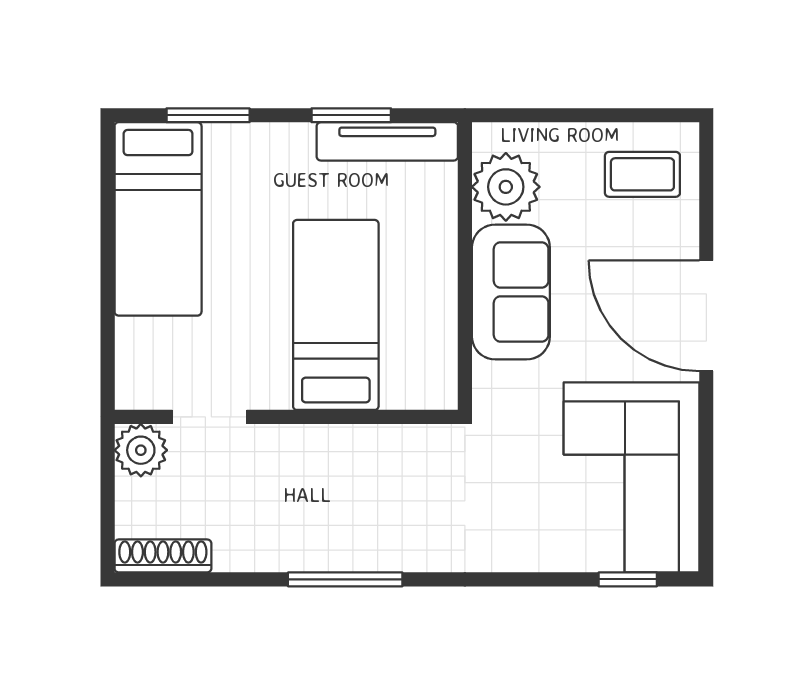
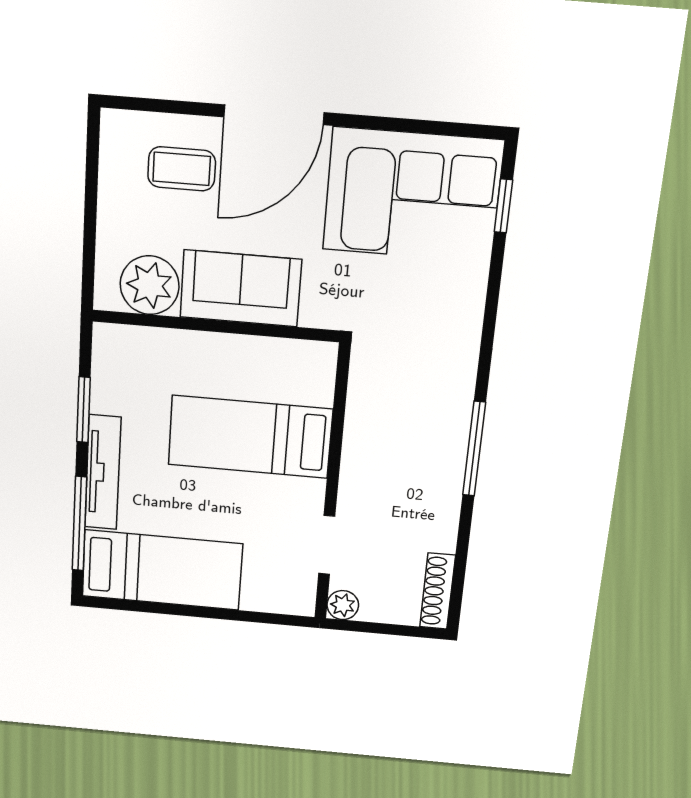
window: (208, 115) -> (79, 524), width x1.44
tv unit: (387, 141) -> (103, 472), moved
coffee table: (642, 174) -> (182, 169), moved, turned 90
plant: (141, 450) -> (343, 605), width x0.73, depth x0.73

